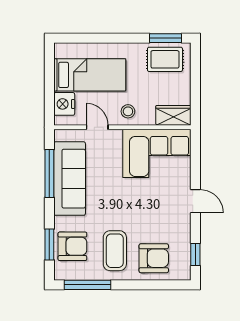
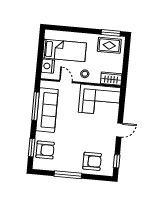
door: (195, 201) -> (119, 130), hinge flipped
coffee table: (115, 251) -> (70, 155), removed
window: (88, 285) -> (68, 175), moved

